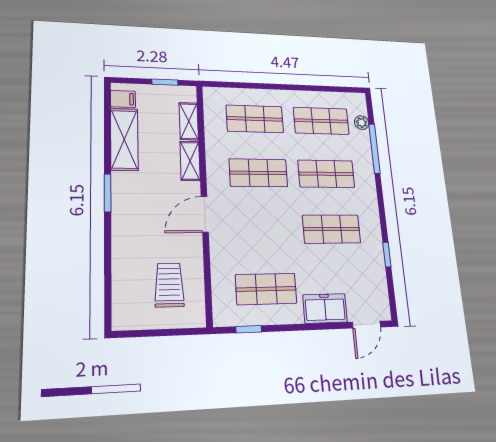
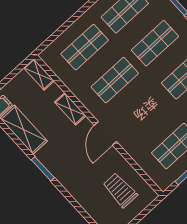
window: (165, 82) -> (14, 73), removed
shelving: (189, 121) -> (39, 74), moved

